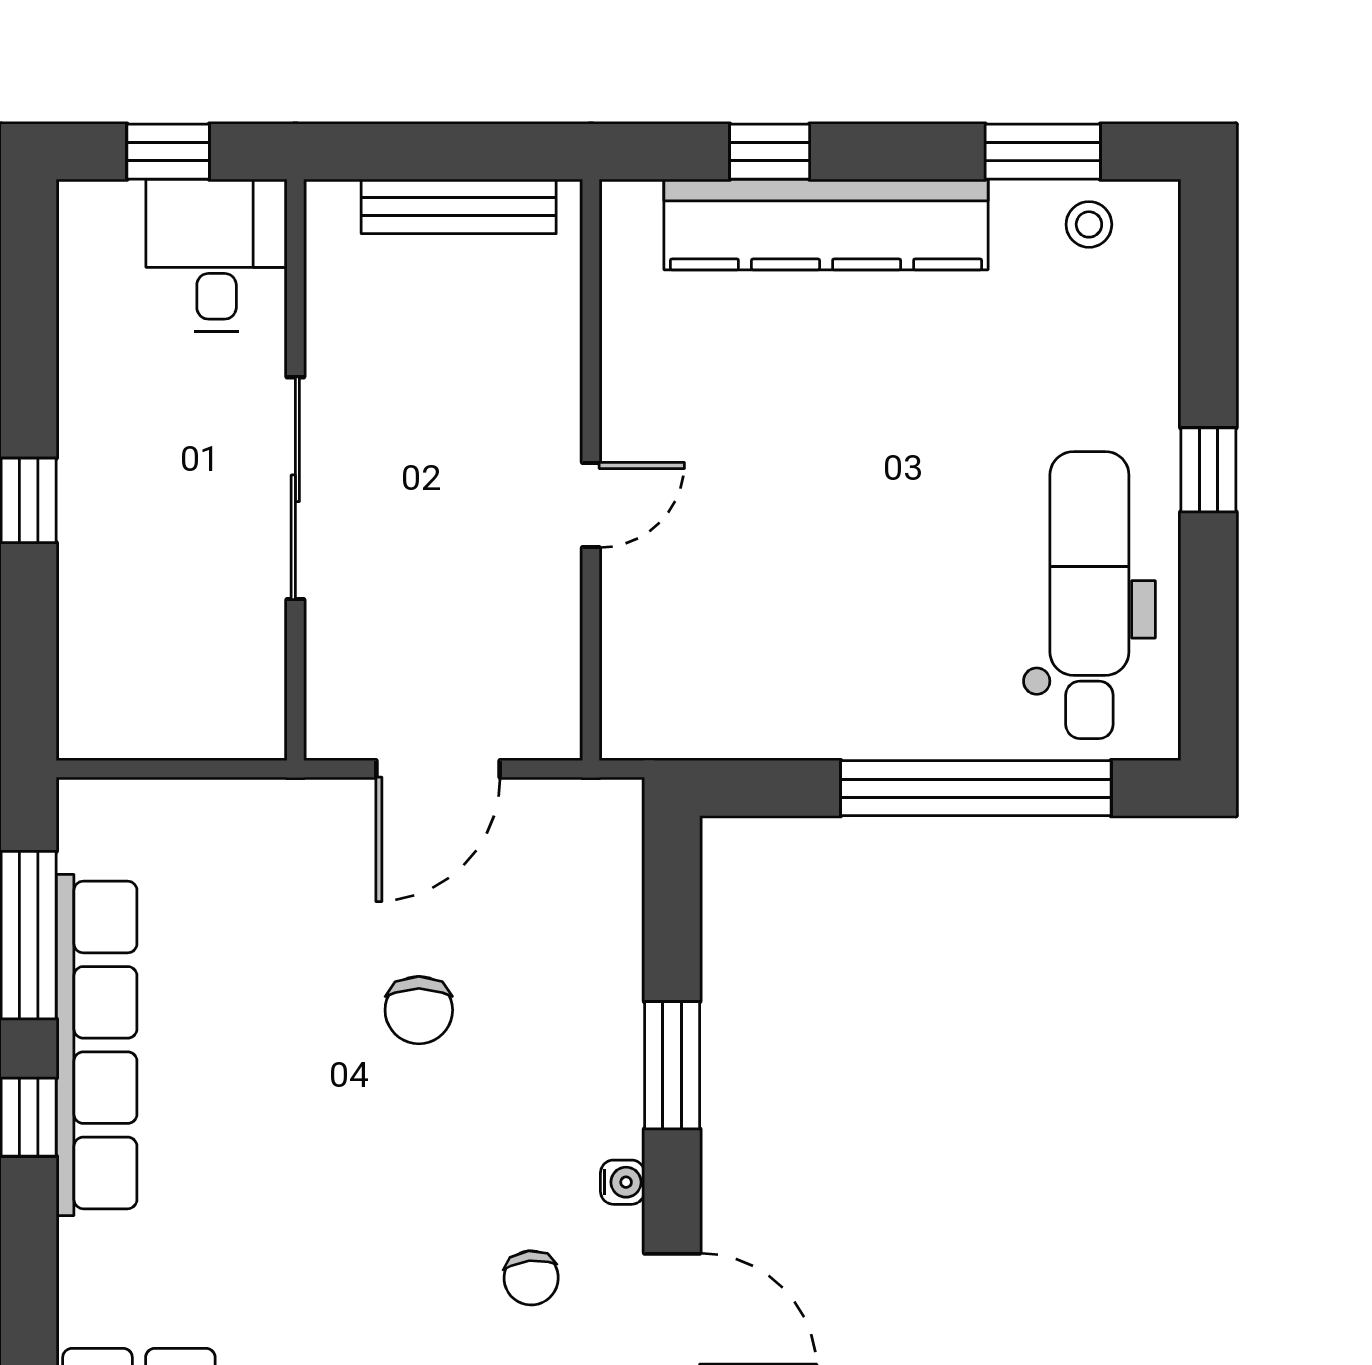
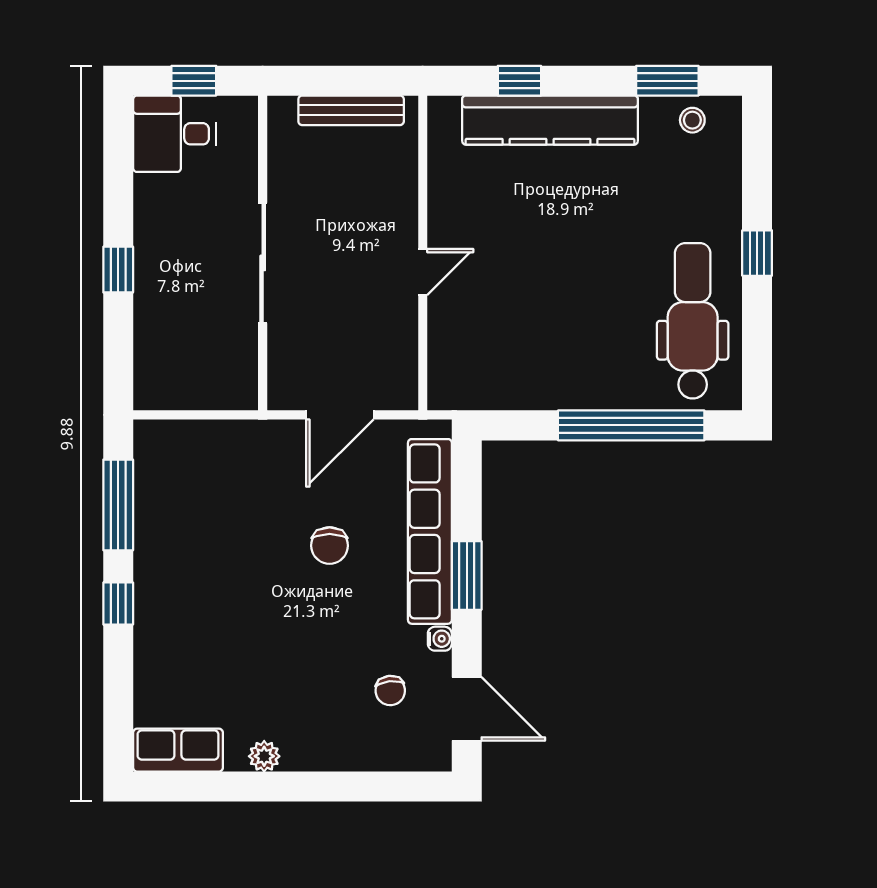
desk: (217, 255) -> (174, 134), moved, turned -90
row of seats: (97, 1045) -> (430, 531), moved, turned 180

